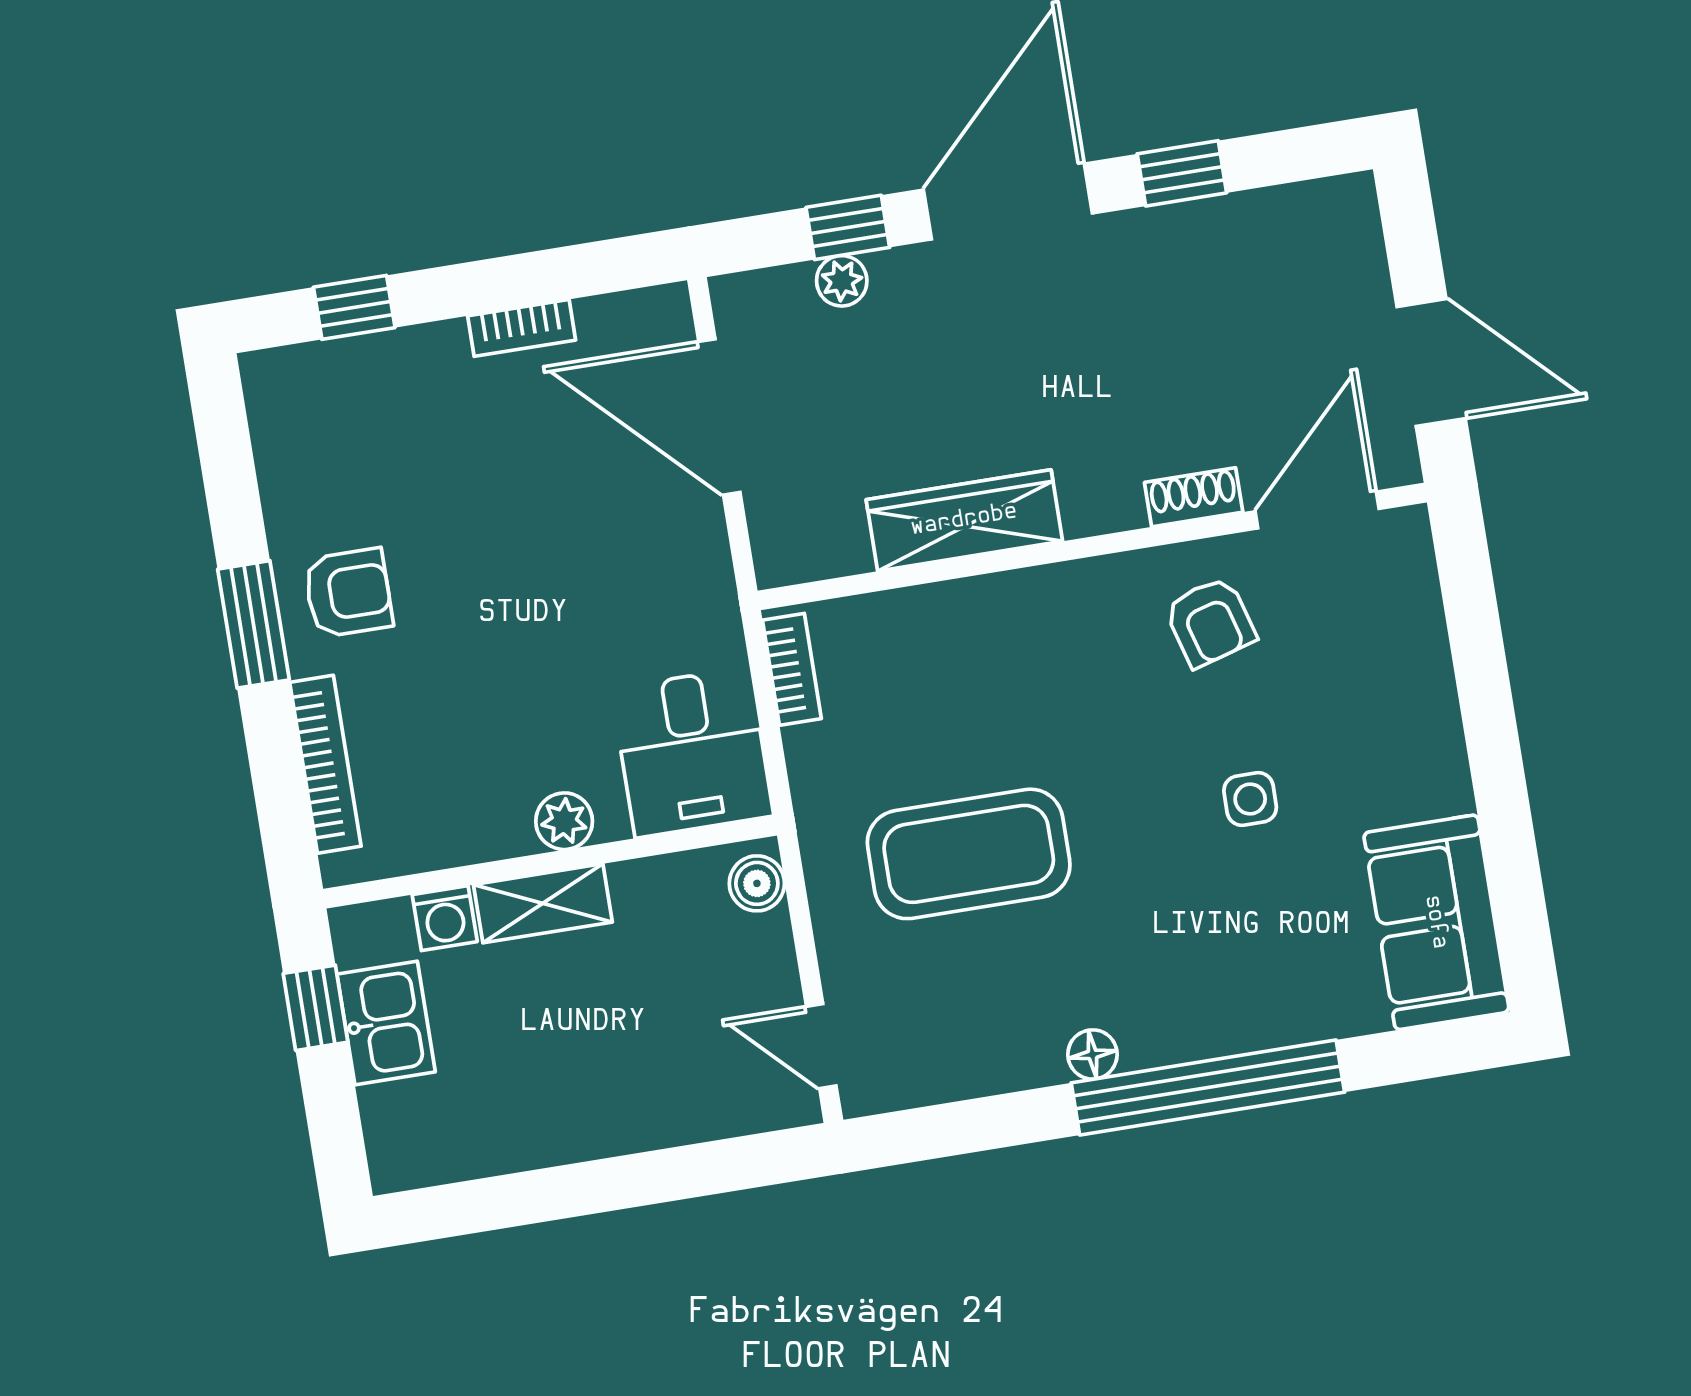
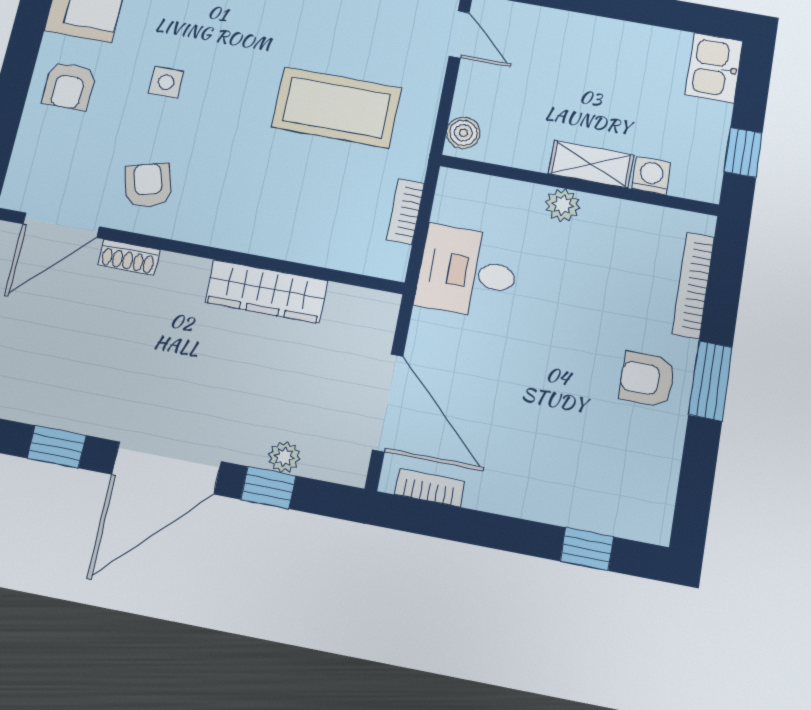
bookcase: (522, 328) -> (430, 488), moved
bookcase: (792, 669) -> (405, 211), moved
armchair: (1400, 738) -> (69, 86), added
desk: (692, 752) -> (468, 272), moved, turned -90
kitchen sink: (386, 1023) -> (714, 68), moved

